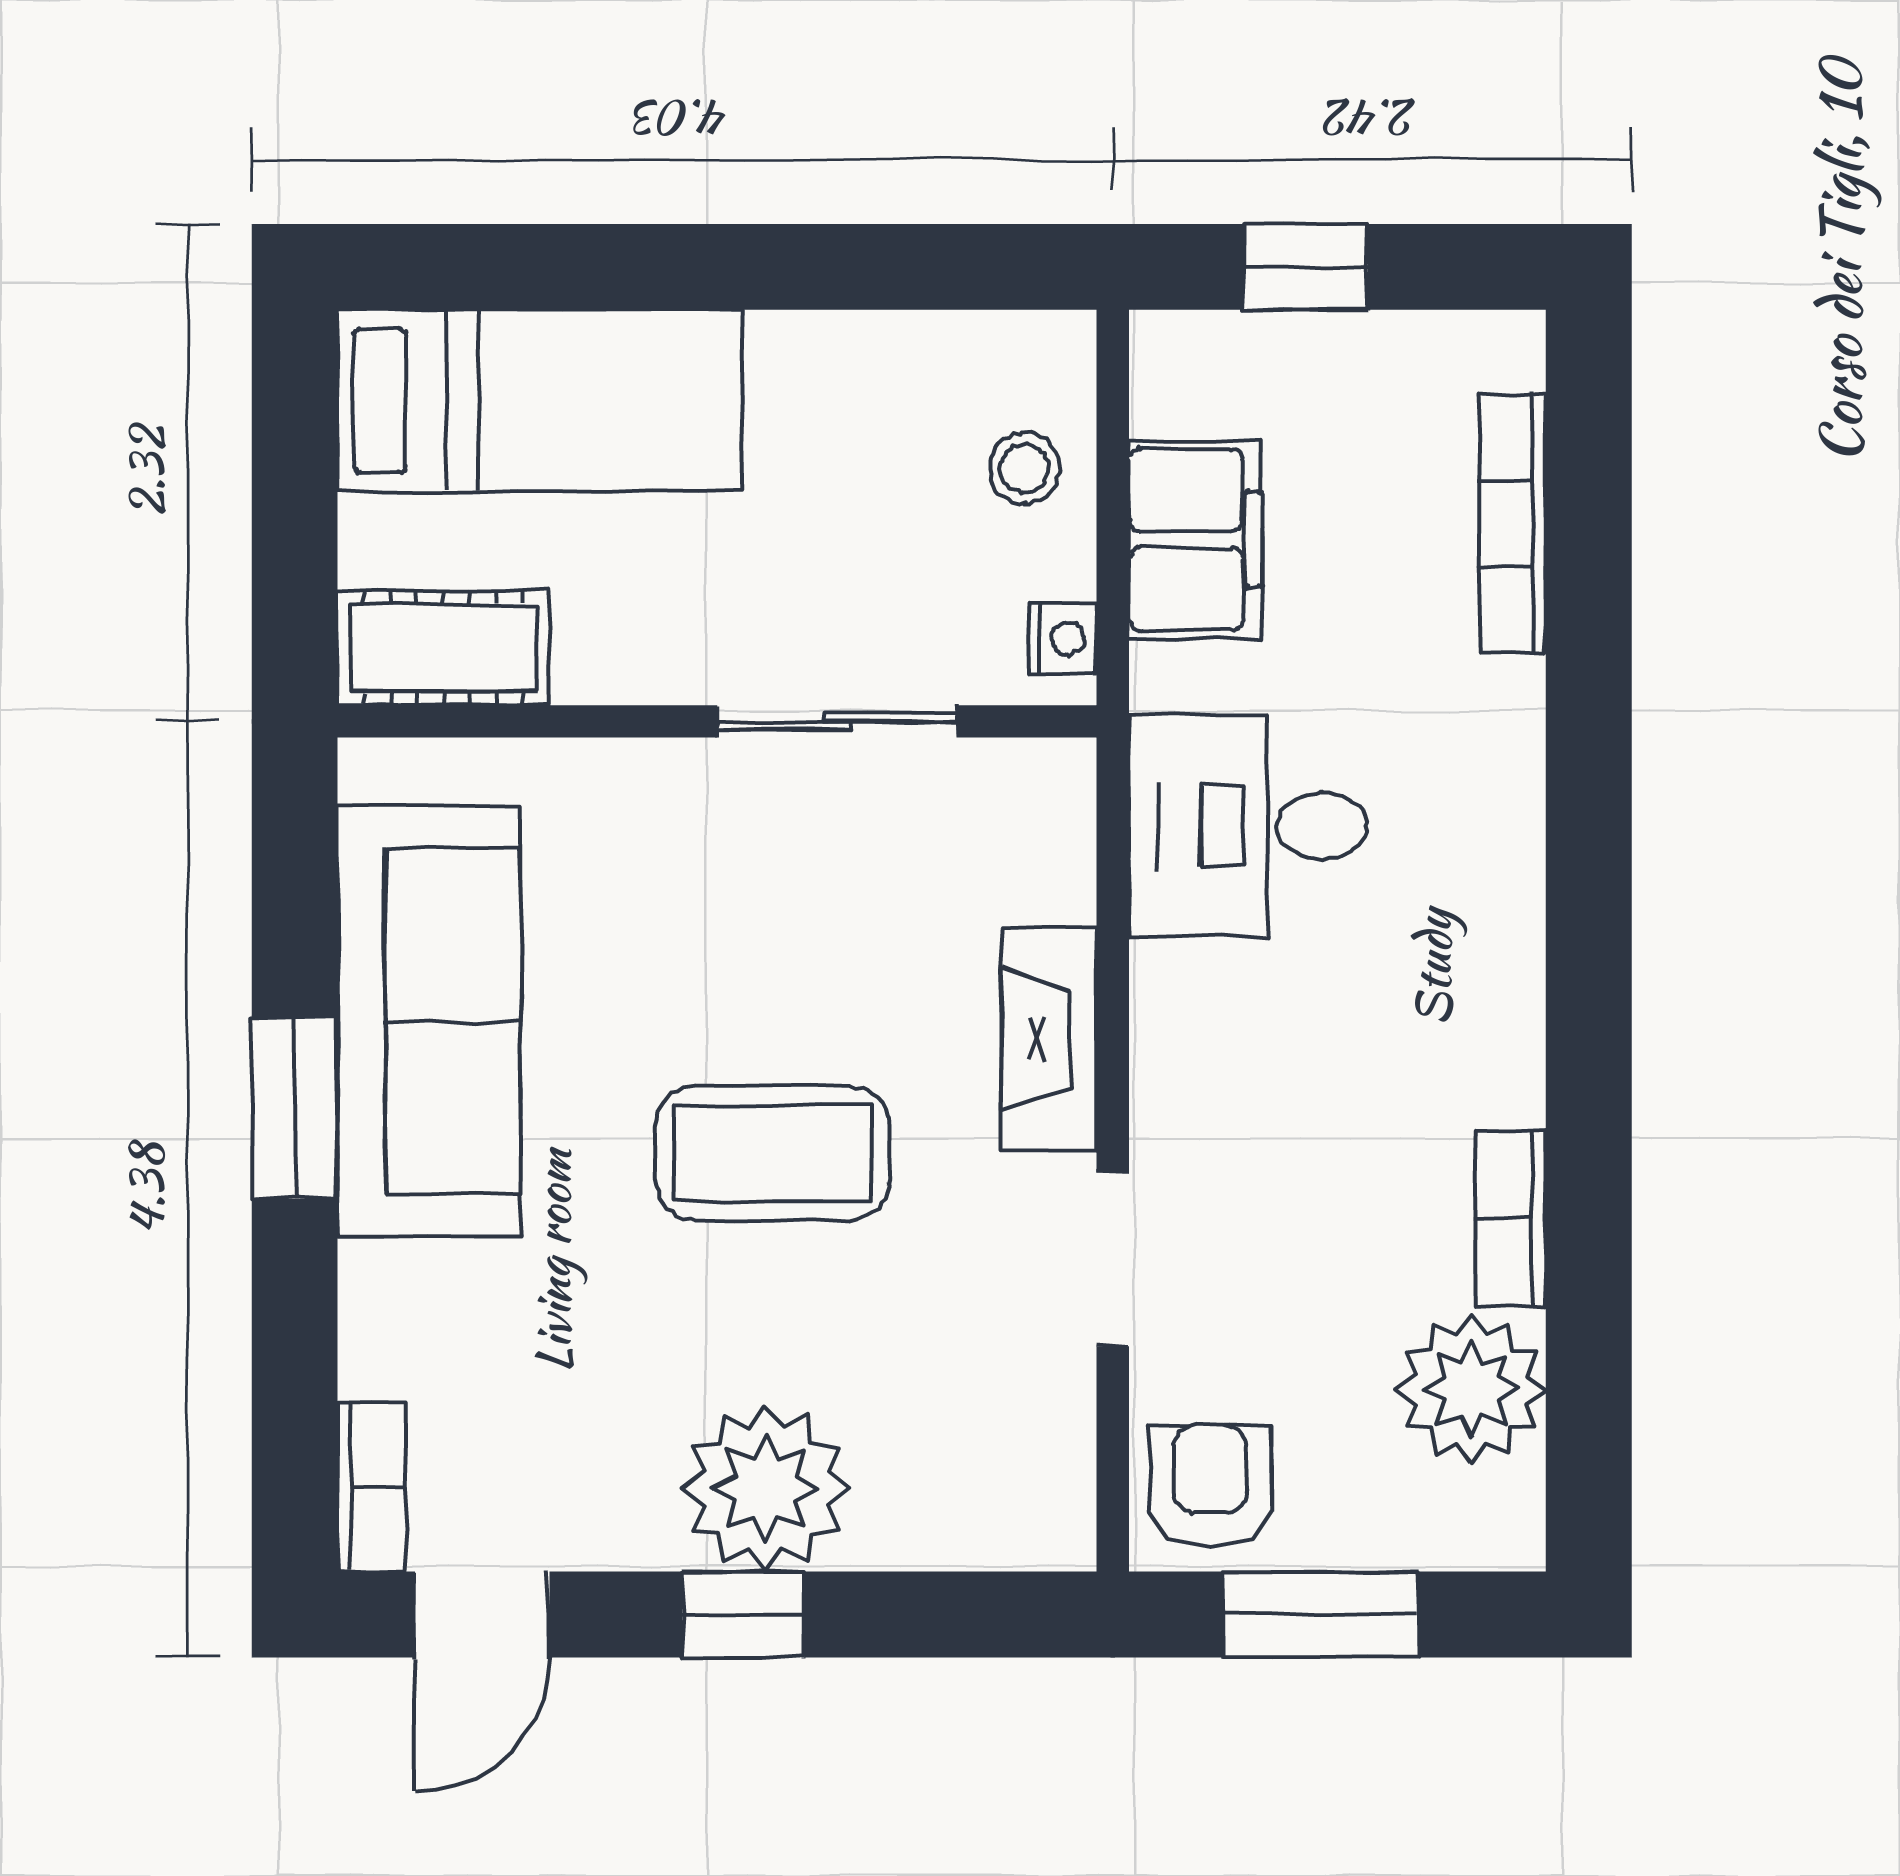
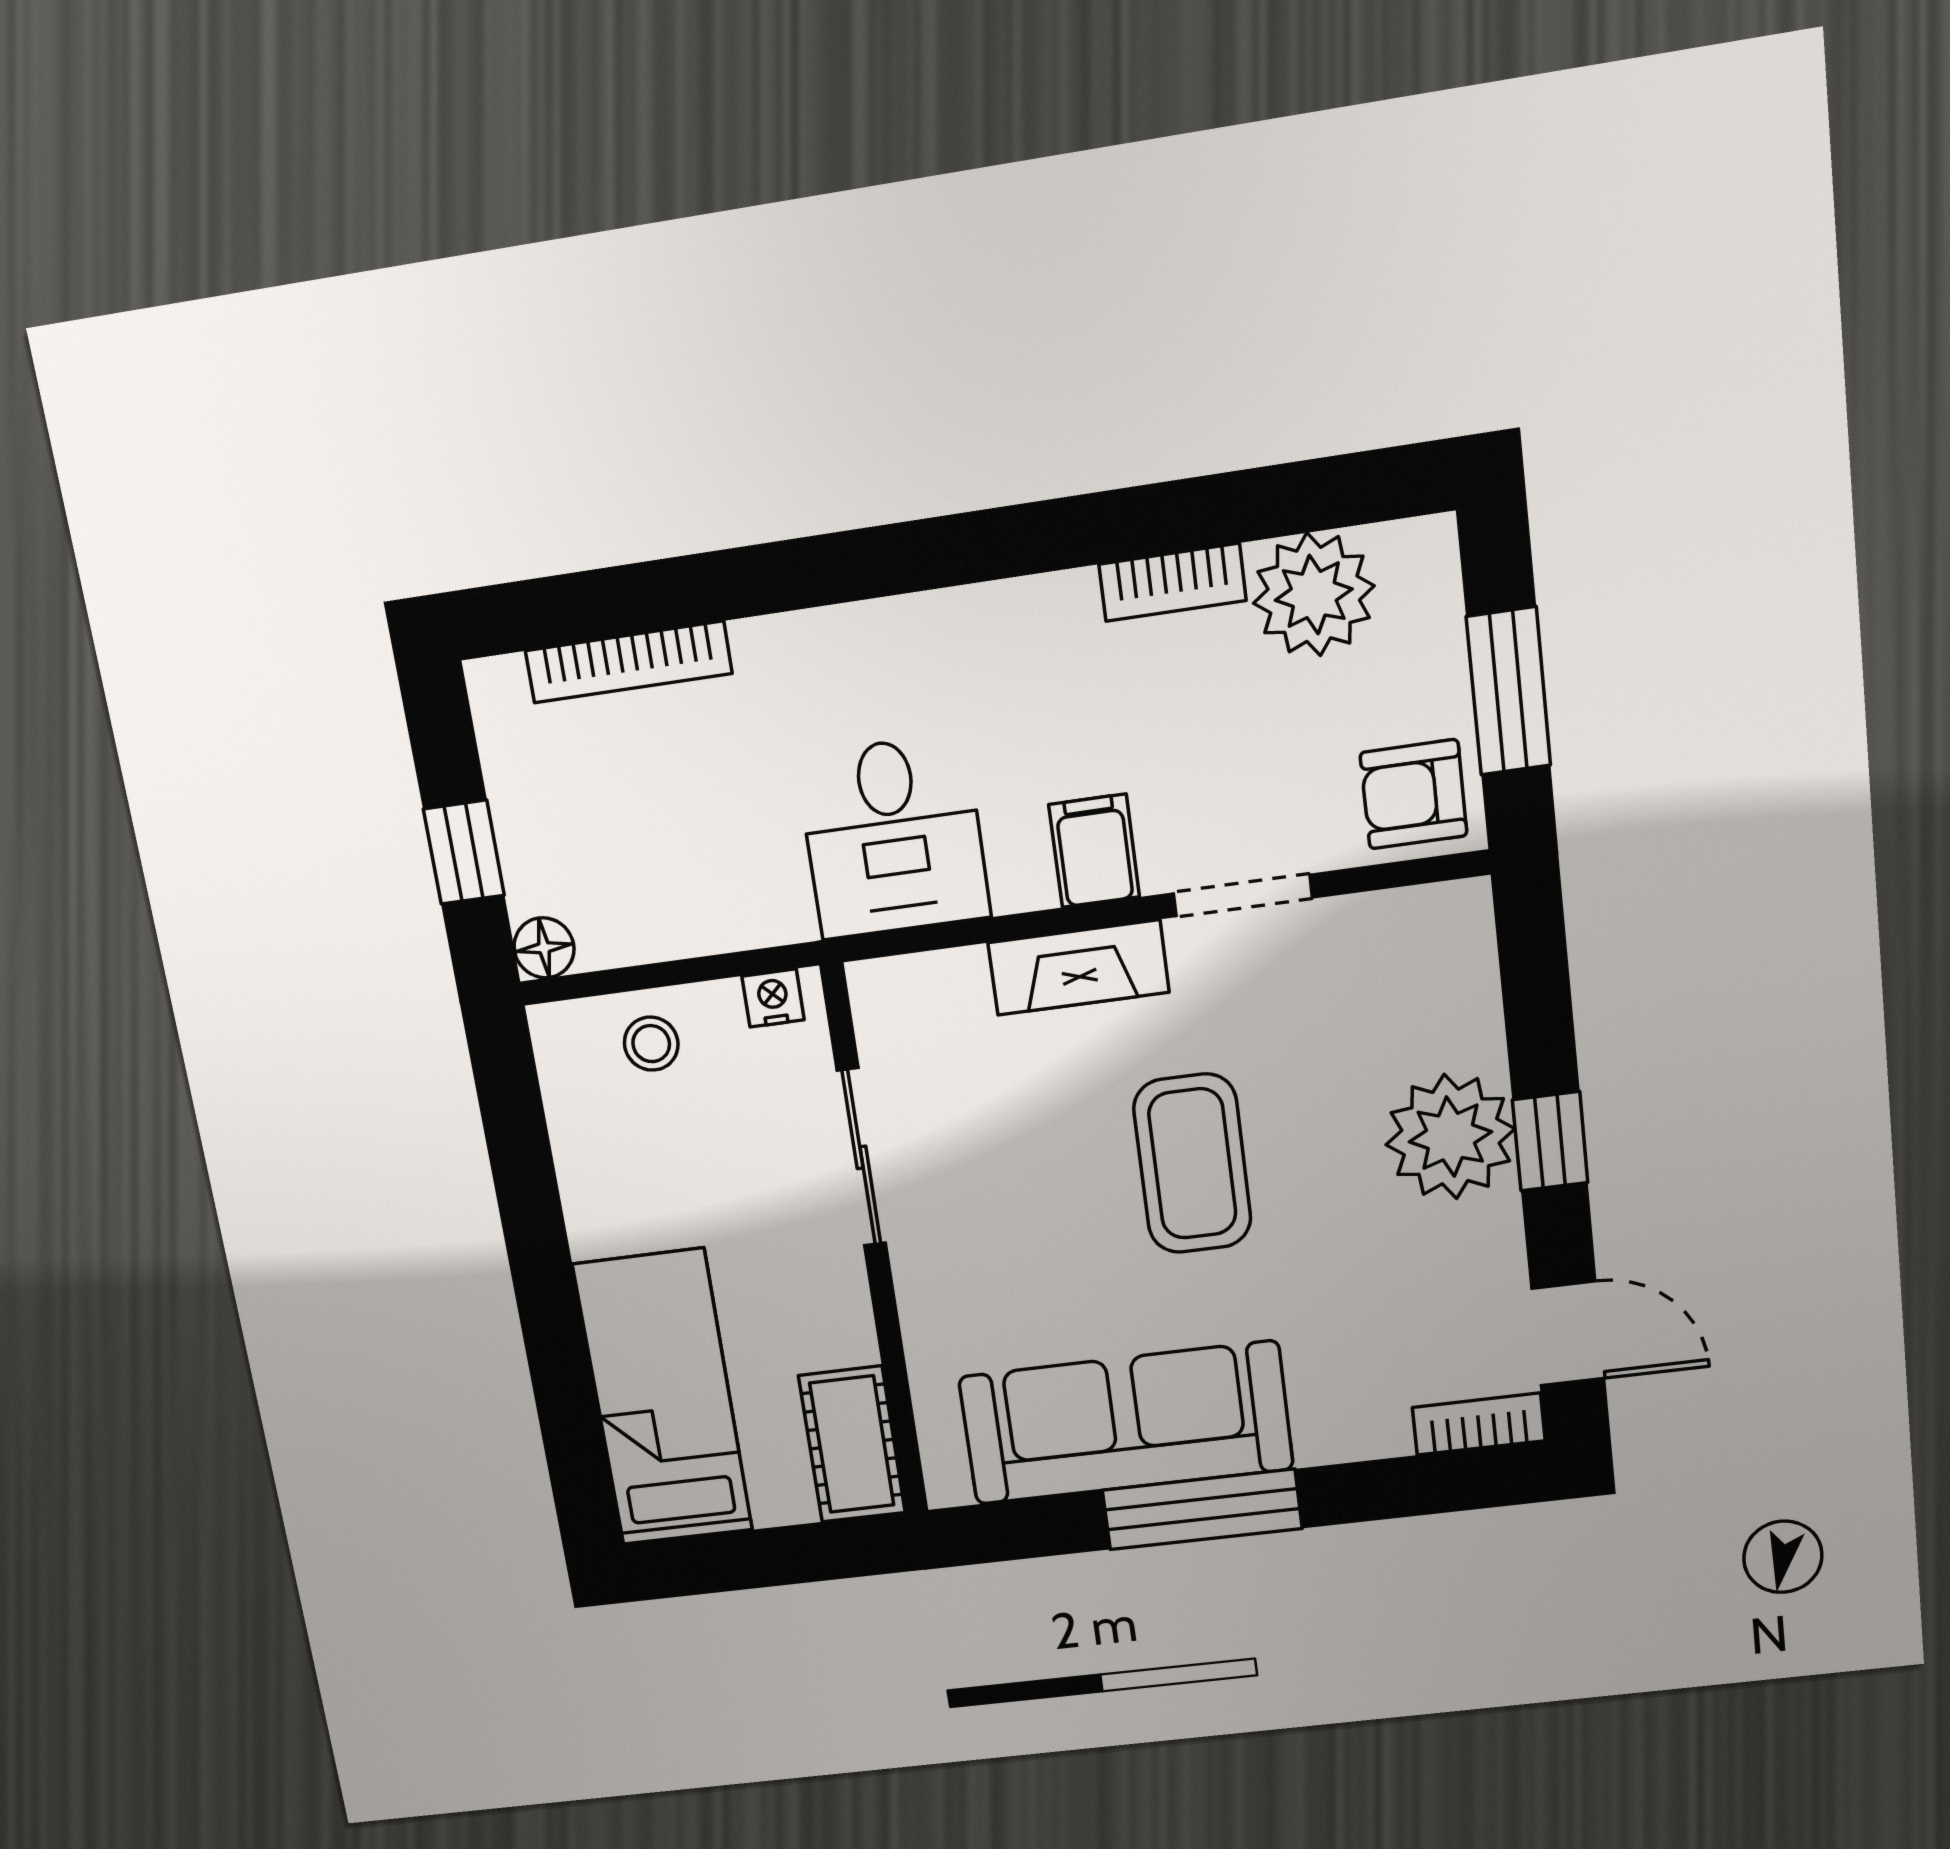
floor lamp: (1168, 349) -> (544, 948), added
filing cabinet: (1195, 539) -> (1094, 851), moved, width x0.50
window: (295, 1108) -> (1202, 1509), width x1.44

